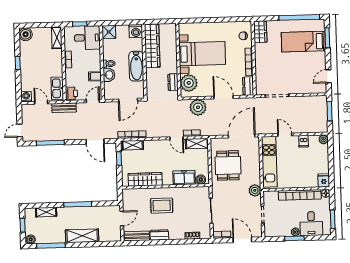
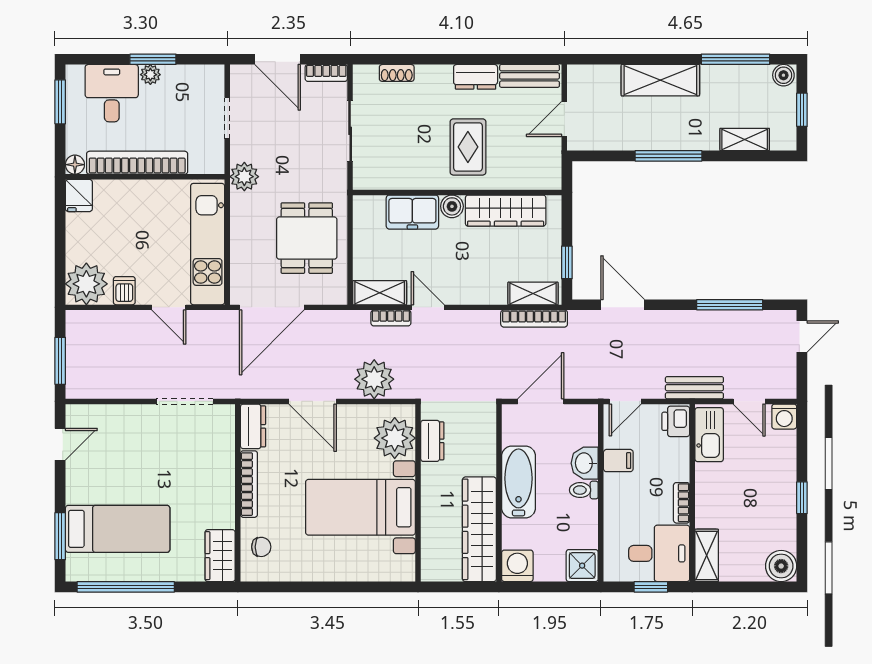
desk: (87, 38) -> (659, 553), moved, turned 180
plant: (323, 139) -> (86, 284), width x1.87, depth x1.87
boiler: (201, 180) -> (452, 206), moved
rug: (162, 206) -> (468, 147), turned 90

